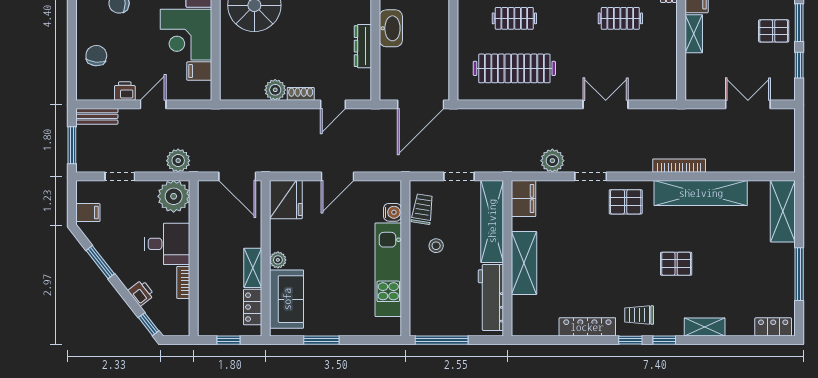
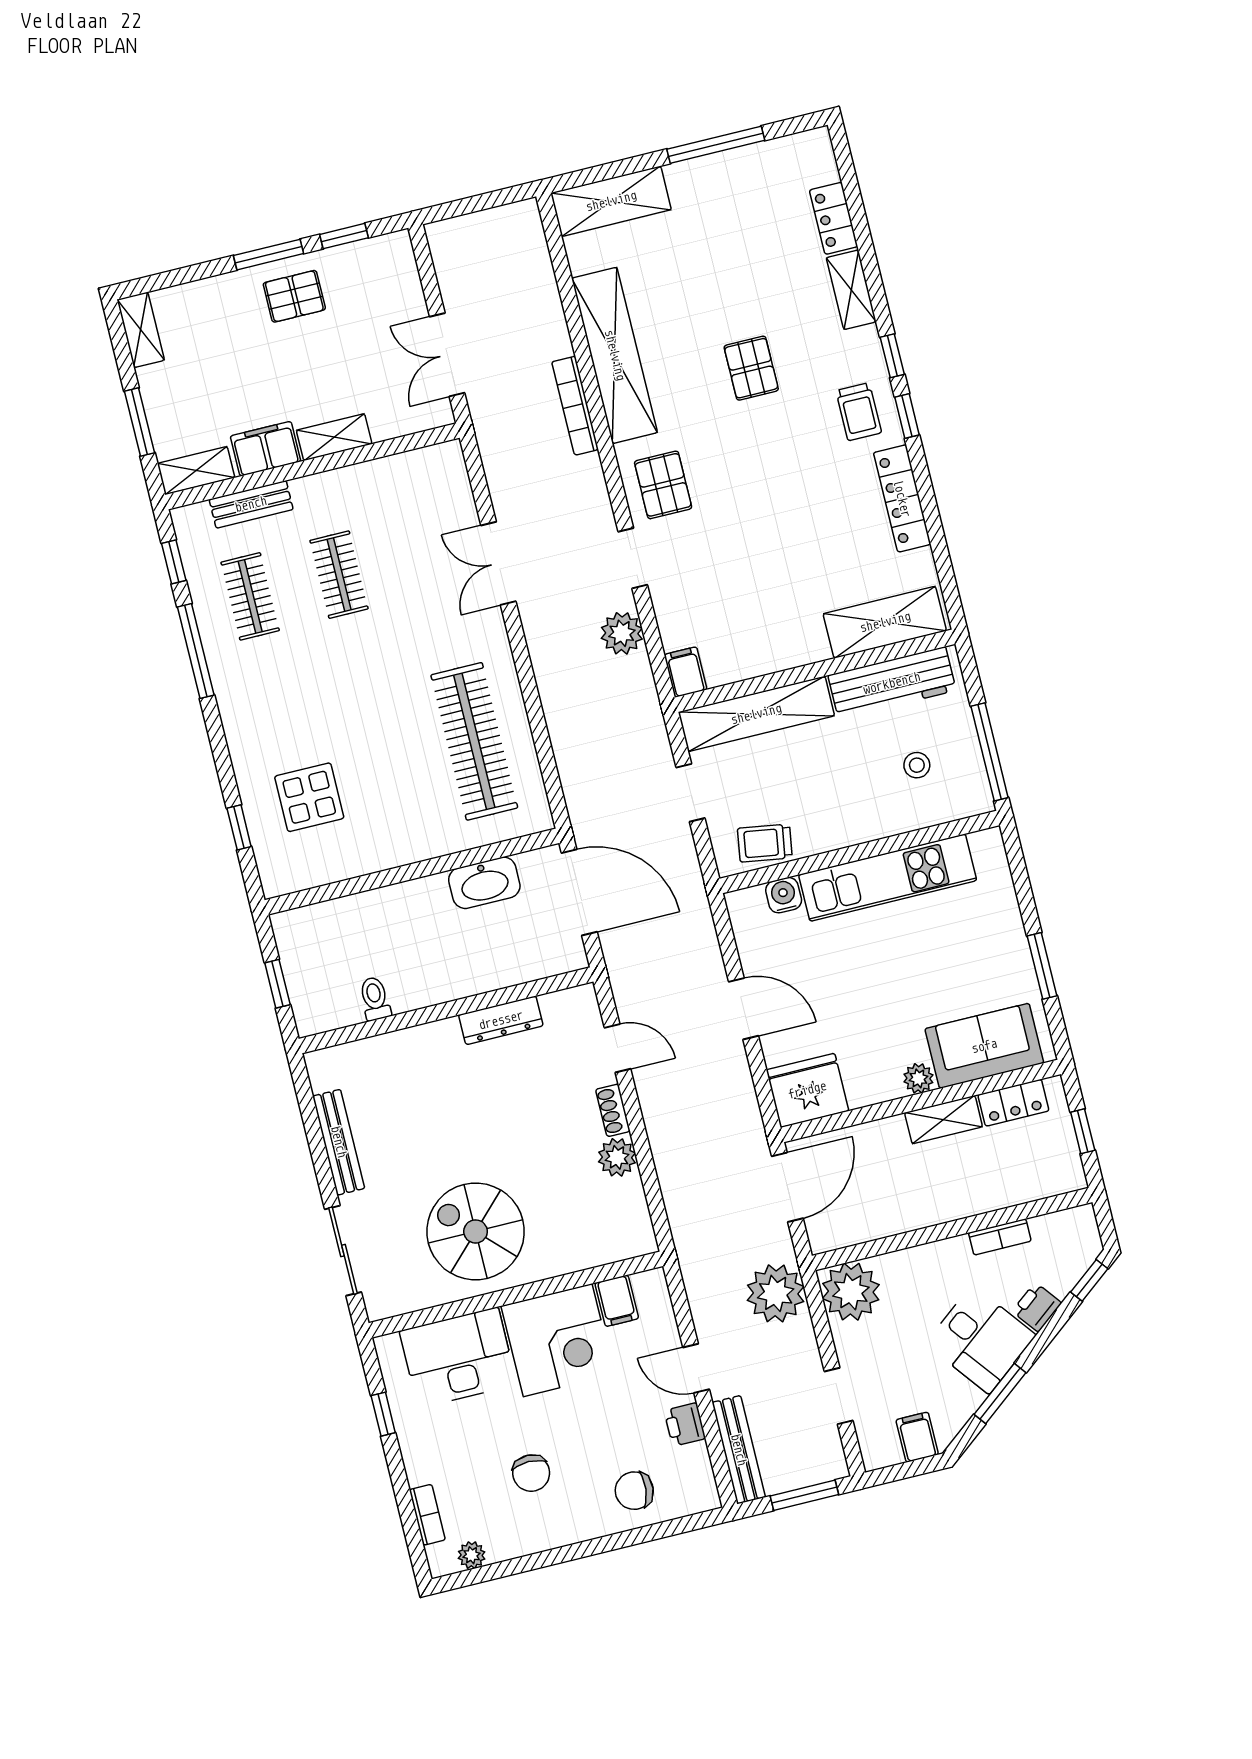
clothes rail: (514, 18) -> (385, 763), removed
washbasin: (391, 28) -> (484, 883), moved, turned 180
pallet: (774, 31) -> (294, 296), turned 90
double door: (748, 104) -> (447, 355), moved
bench: (97, 116) -> (739, 1450), width x1.36
plant: (178, 161) -> (776, 1293), width x1.36, depth x1.36
filing cabinet: (524, 199) -> (686, 672), width x0.50
desk: (167, 244) -> (981, 1340), moved, turned 142
stool: (436, 246) -> (917, 765), moved
shelving: (524, 263) -> (885, 622), moved
locker: (773, 327) -> (834, 218), moved

